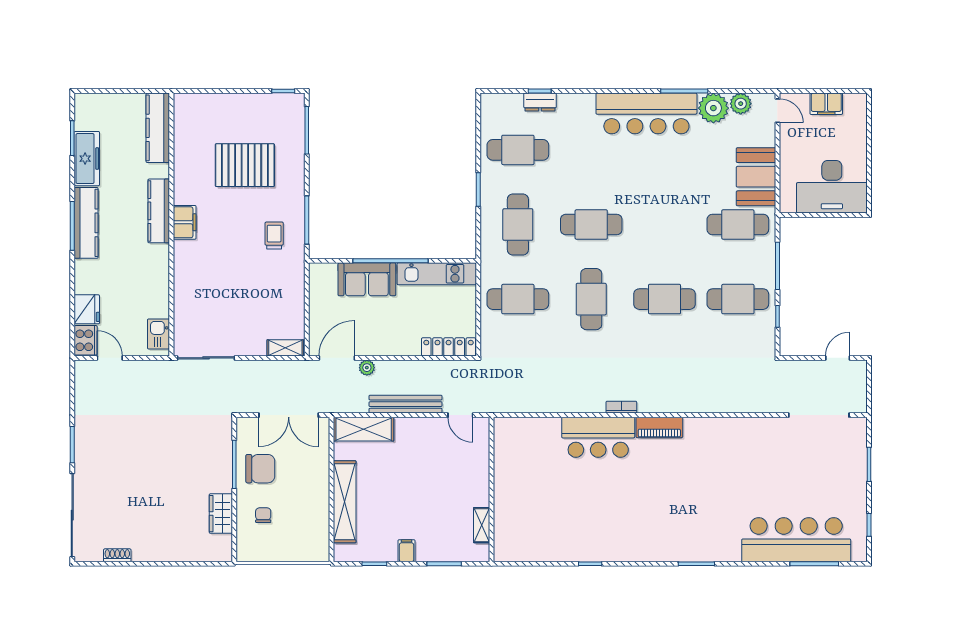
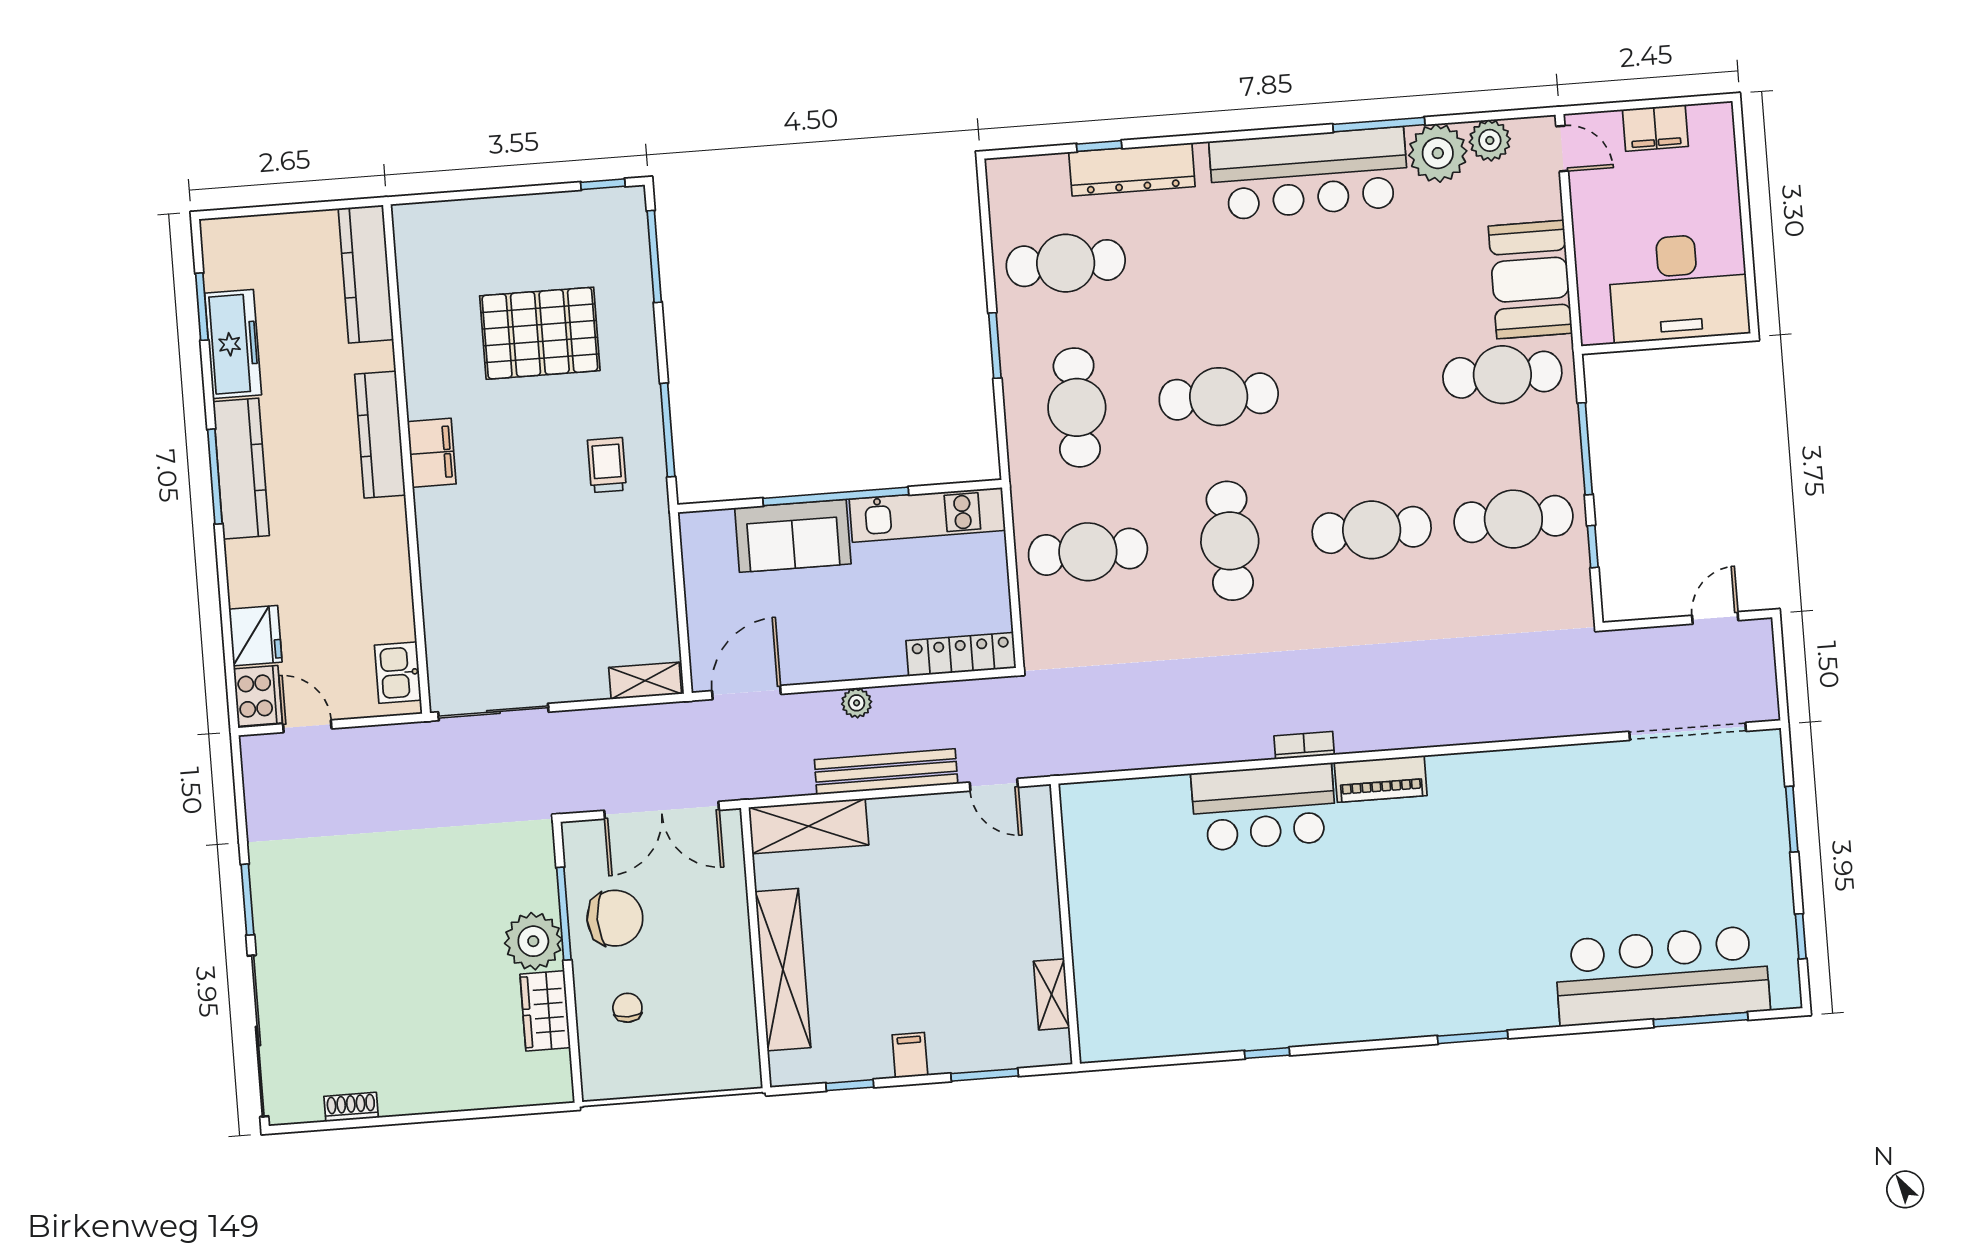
dresser: (540, 102) -> (1132, 169), width x1.96, depth x1.24
plant: (367, 368) -> (857, 703), moved
plant: (217, 477) -> (533, 941), added

